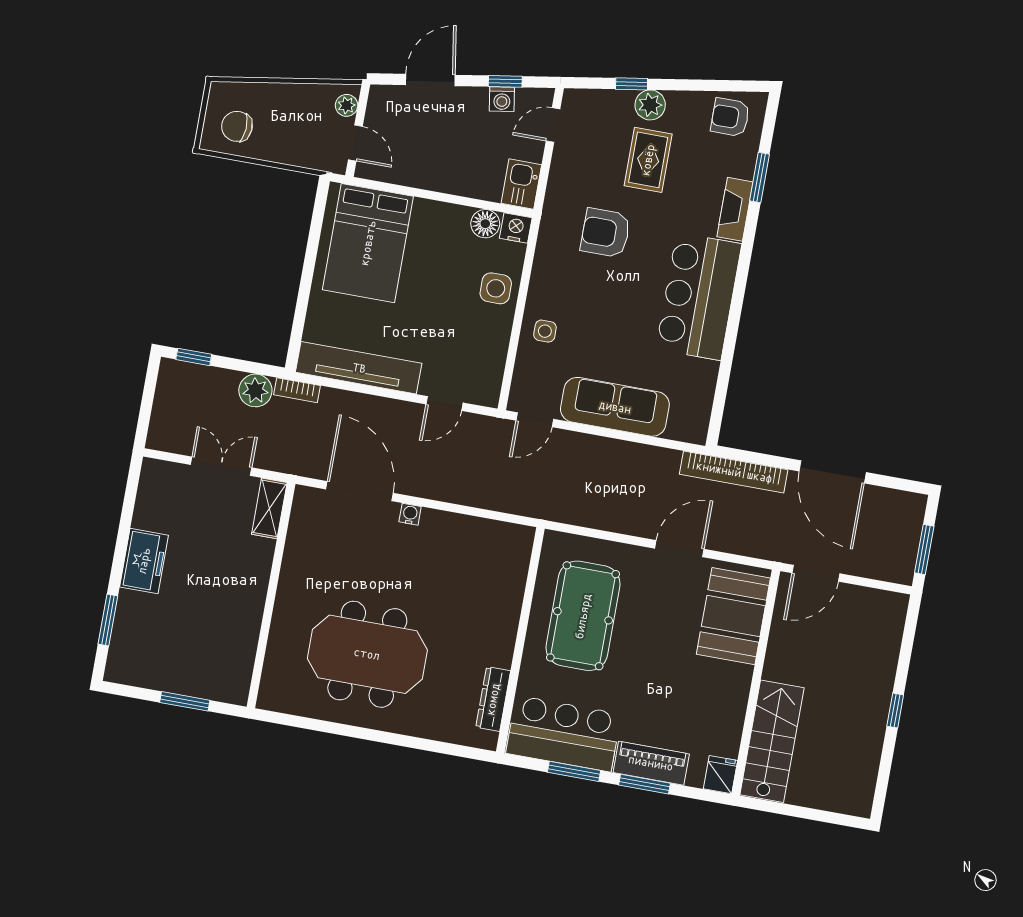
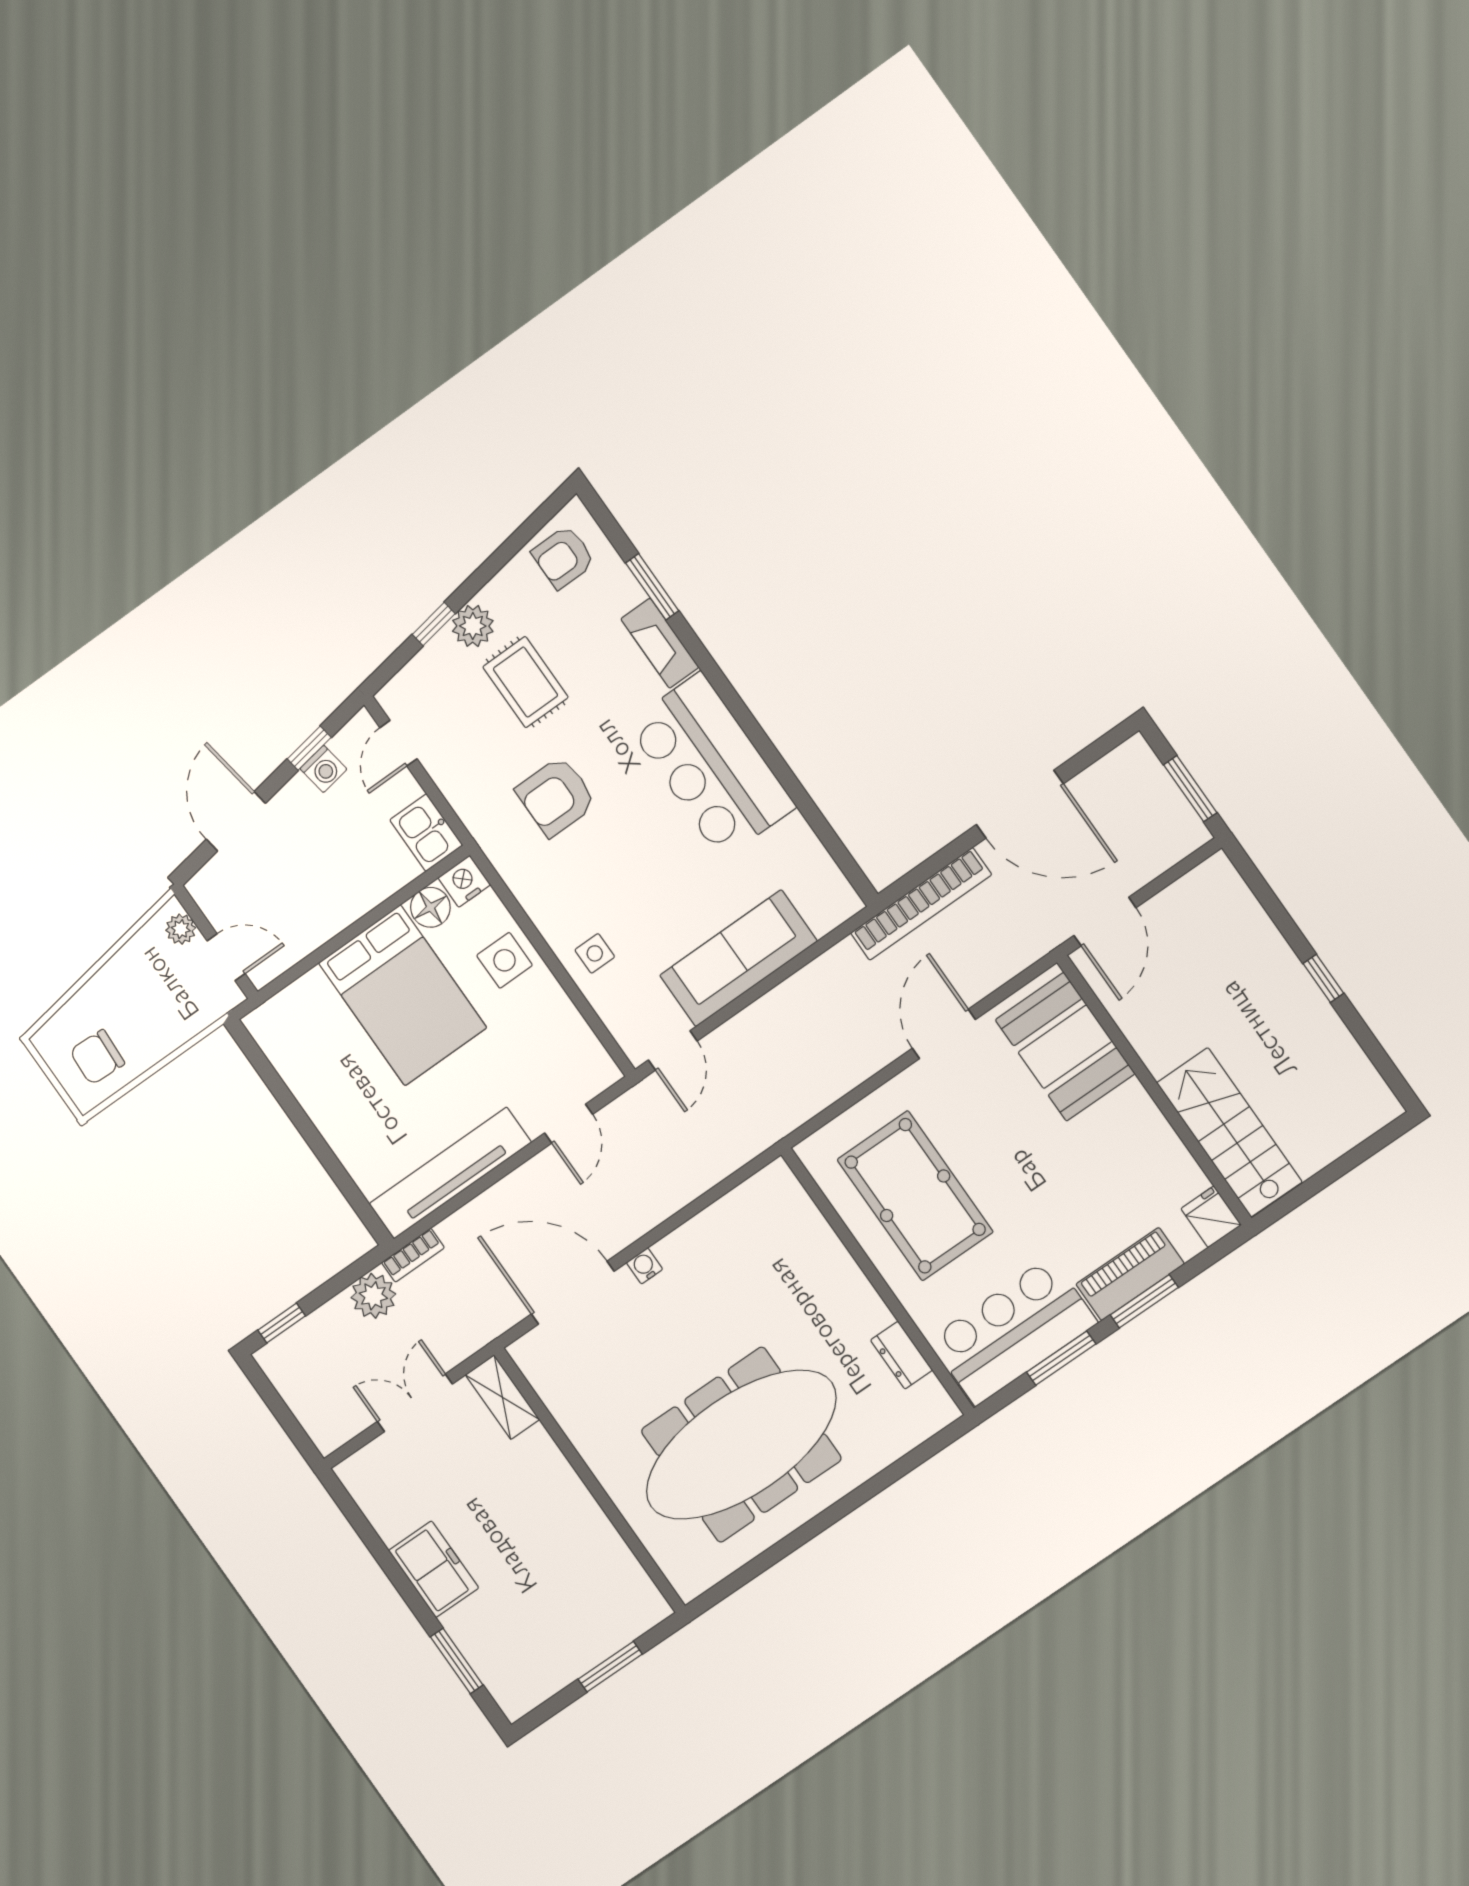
bed: (368, 243) -> (403, 995), moved
meeting table: (367, 654) -> (741, 1445), width x1.36
dresser: (493, 699) -> (901, 1355), width x0.70

